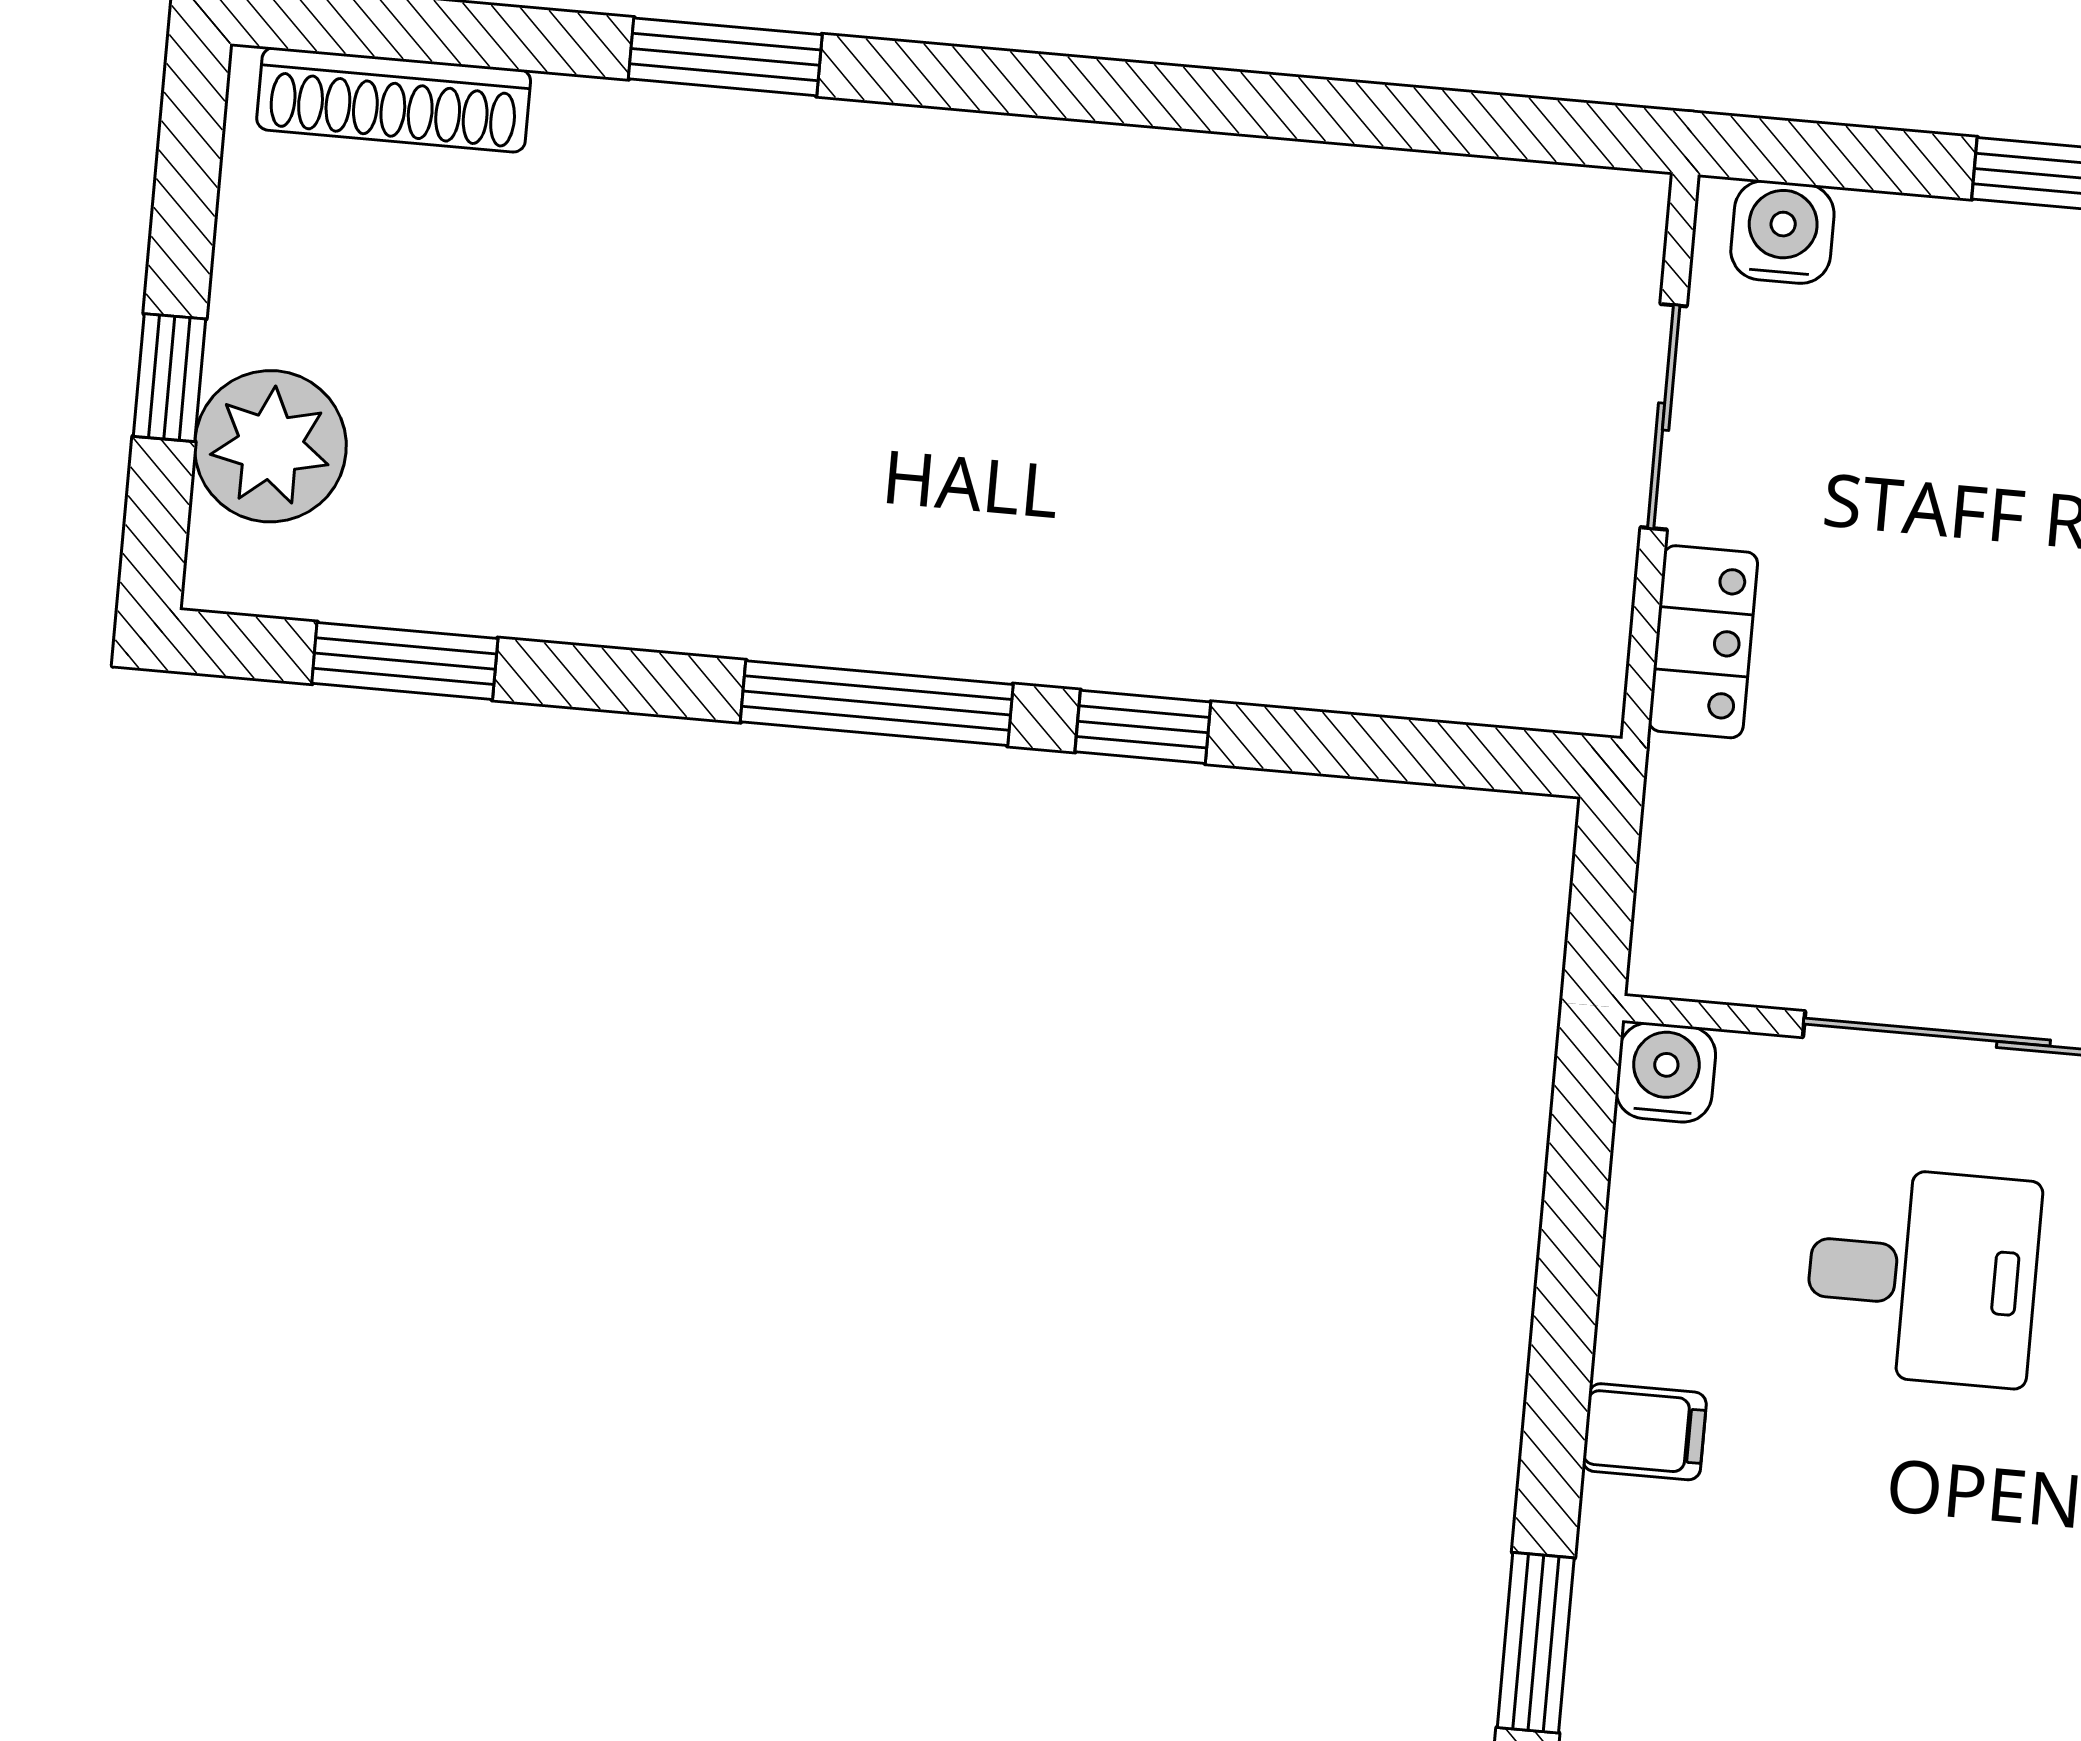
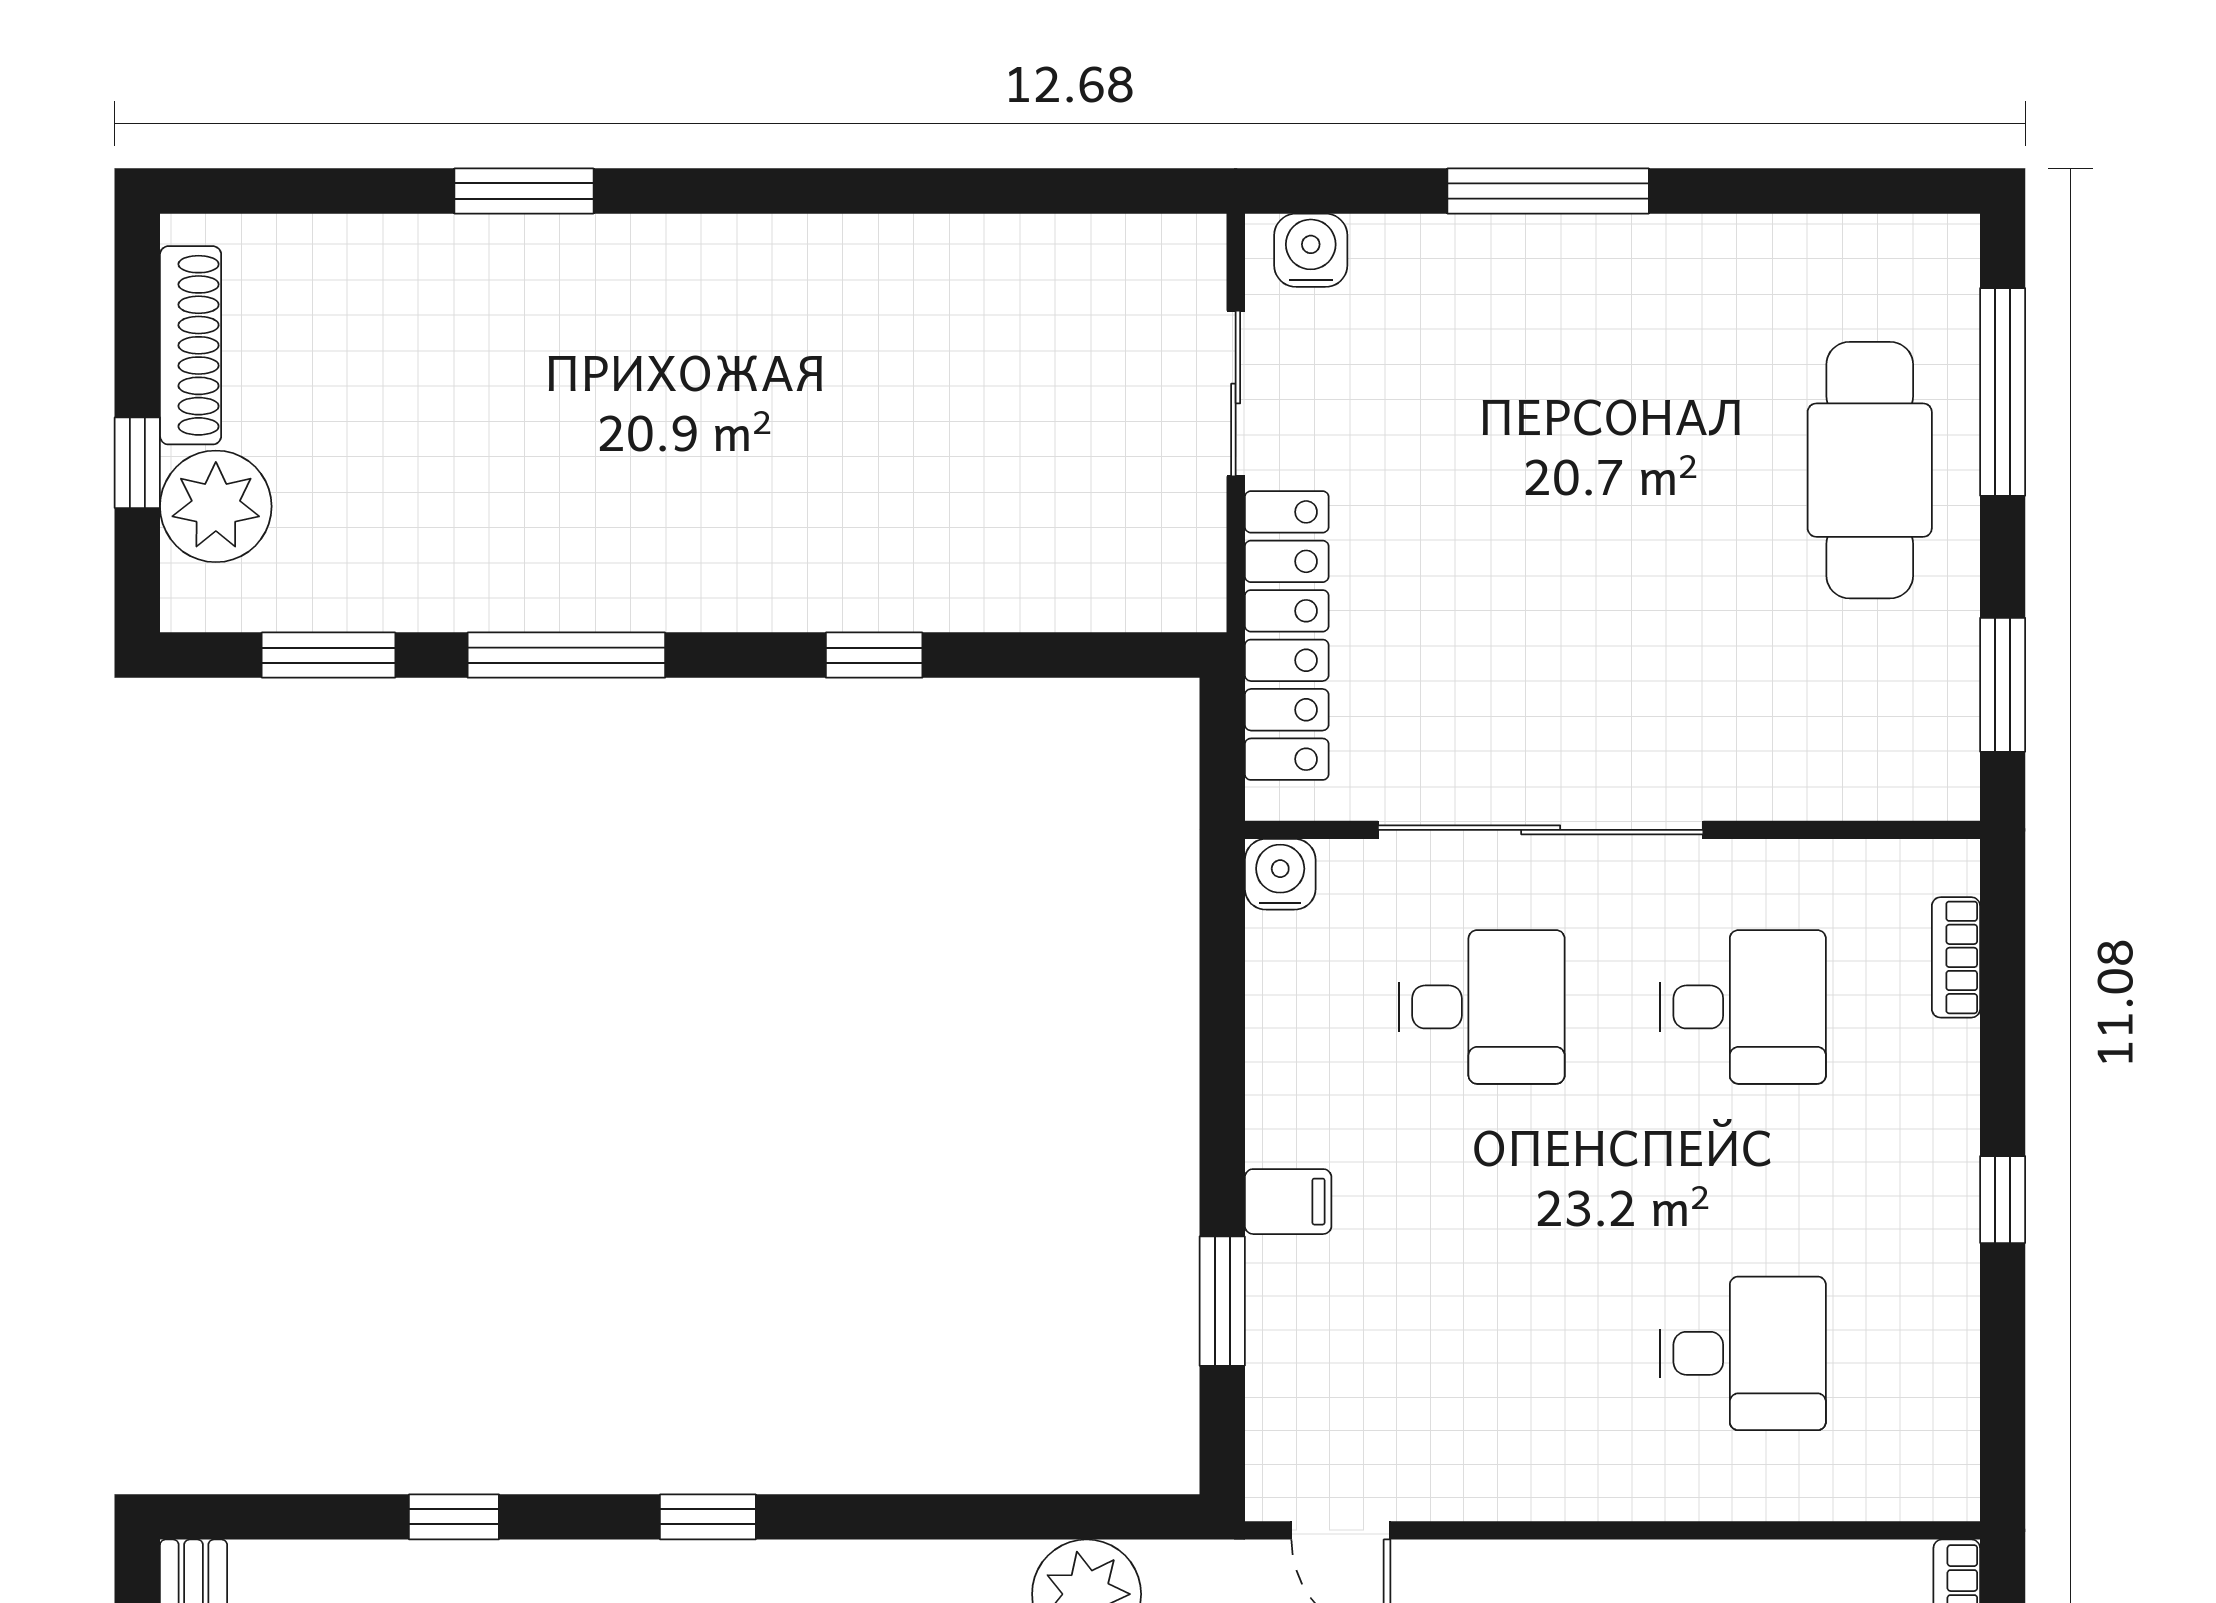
shoe rack: (394, 100) -> (191, 345), moved, turned -90
locker: (1703, 642) -> (1287, 636), width x2.16, depth x1.21
window: (877, 703) -> (566, 655), moved
filing cabinet: (1644, 1432) -> (1288, 1202), moved

